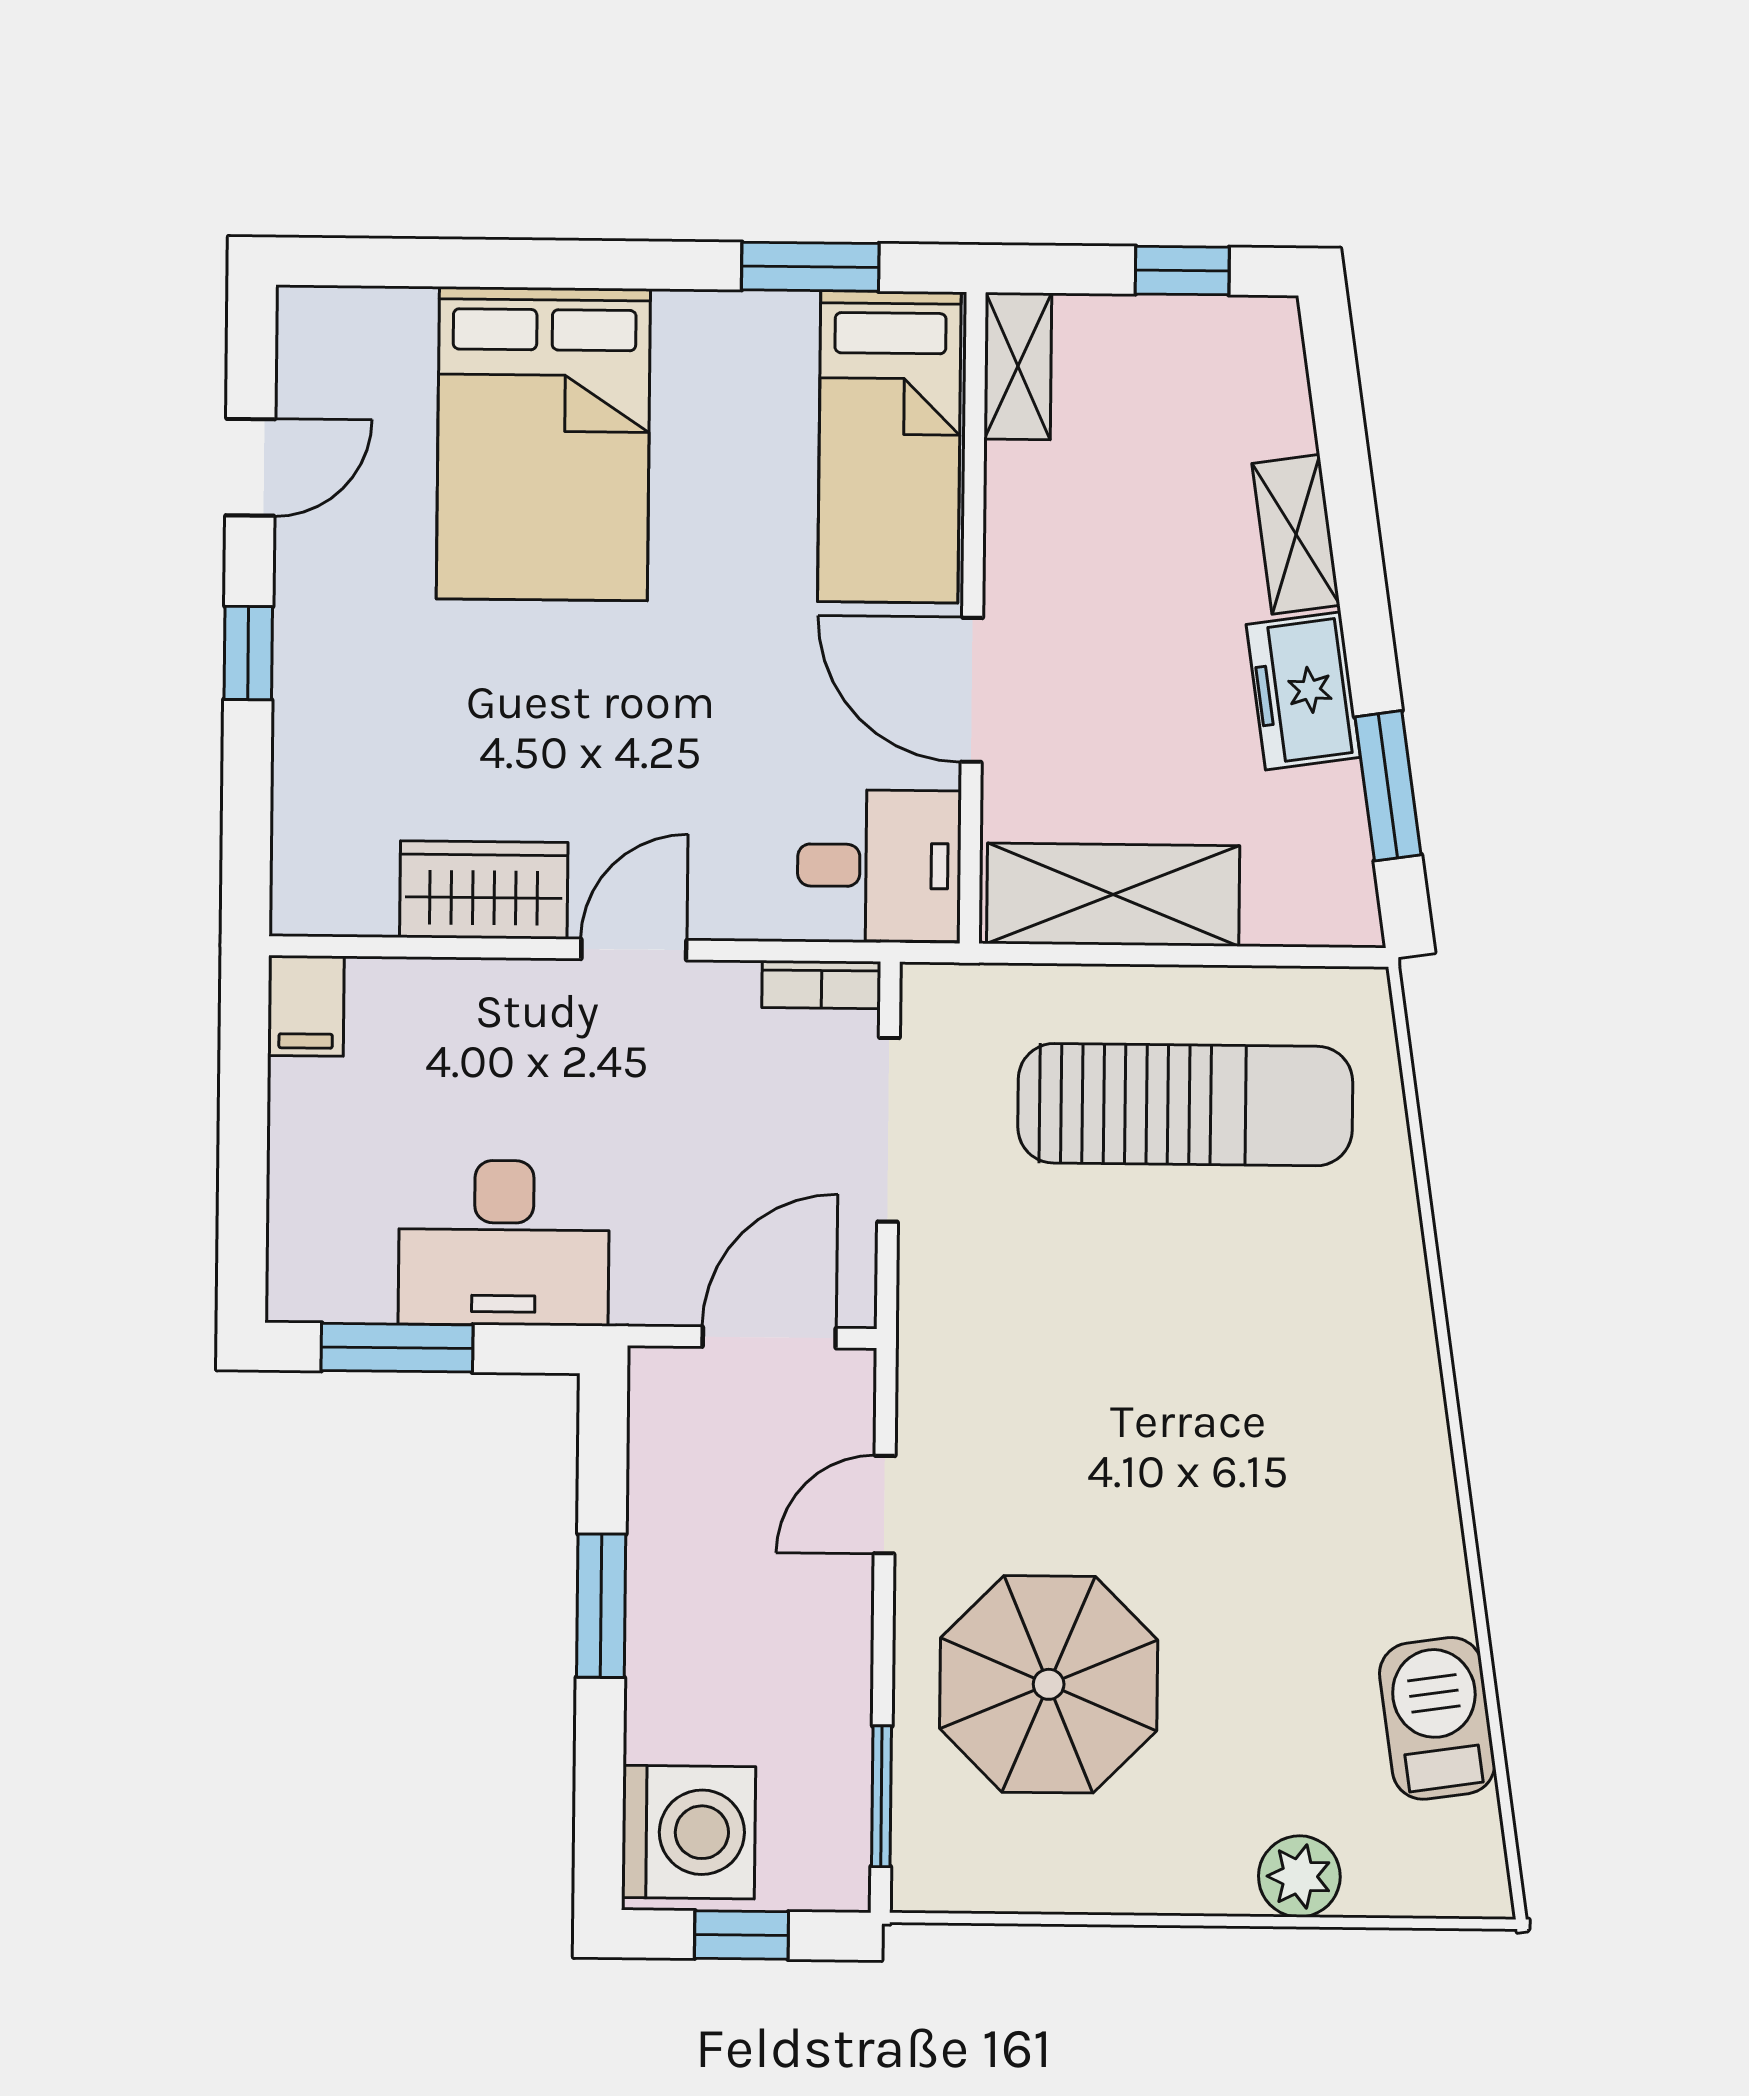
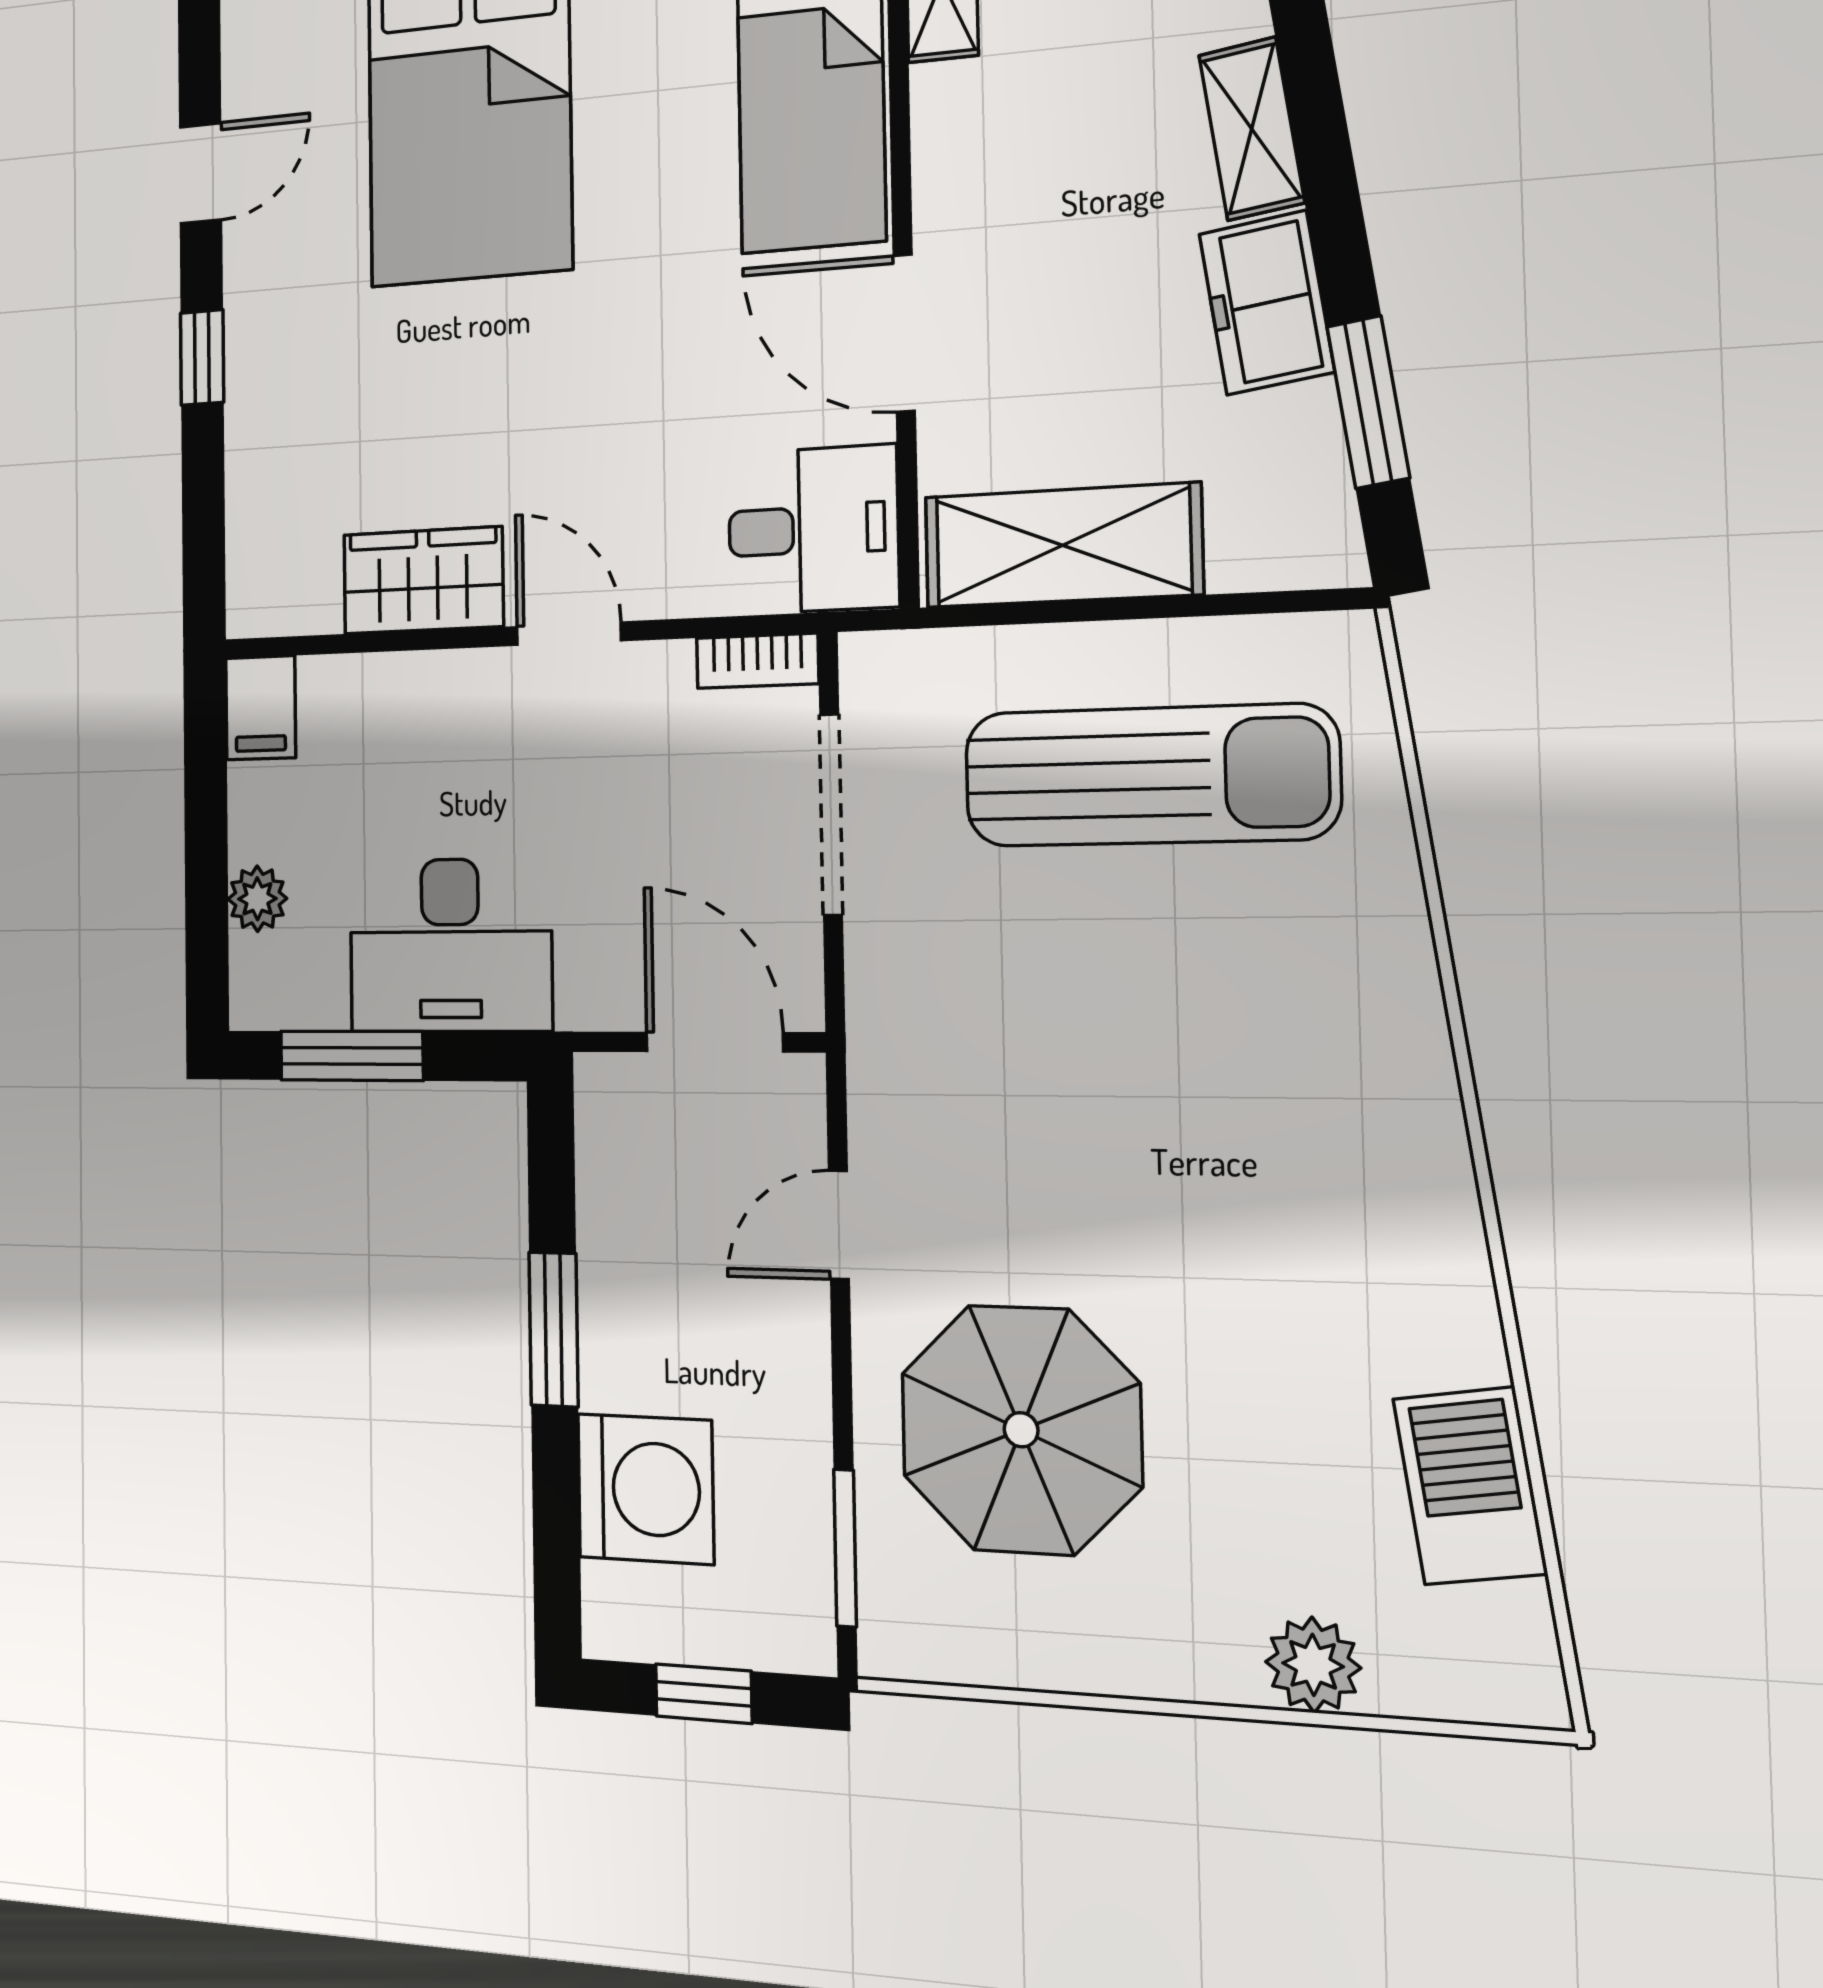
door: (634, 949) -> (569, 634), hinge flipped
plant: (299, 1193) -> (257, 899), added
door: (769, 1337) -> (715, 1042), hinge flipped
washing machine: (689, 1832) -> (646, 1489), moved

